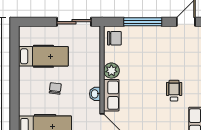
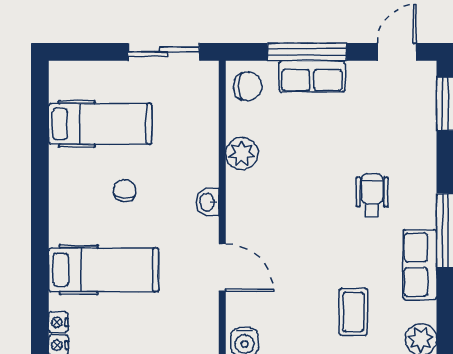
row of seats: (111, 95) -> (312, 76), moved, turned 90

